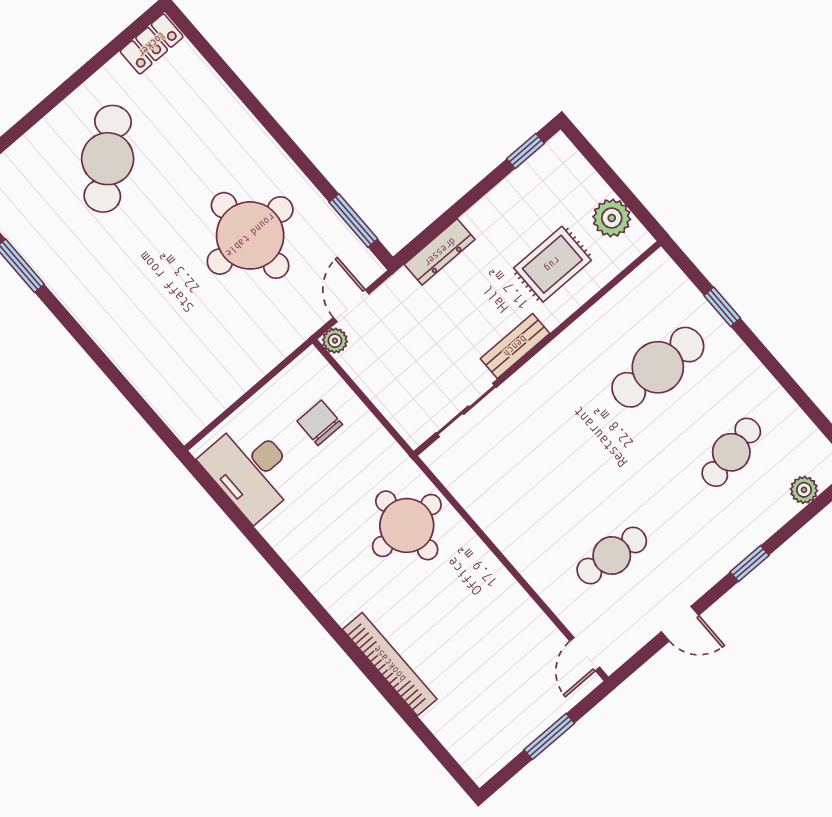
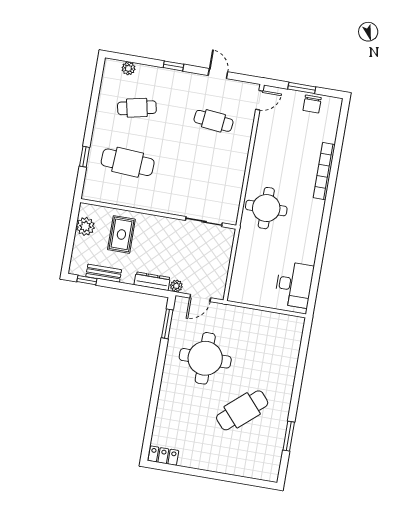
cafe table: (108, 159) -> (242, 410), moved
rug: (552, 264) -> (121, 234), turned 90
plant: (335, 341) -> (176, 286), moved
bench: (515, 346) -> (104, 273), moved
chair: (320, 423) -> (312, 104), moved

